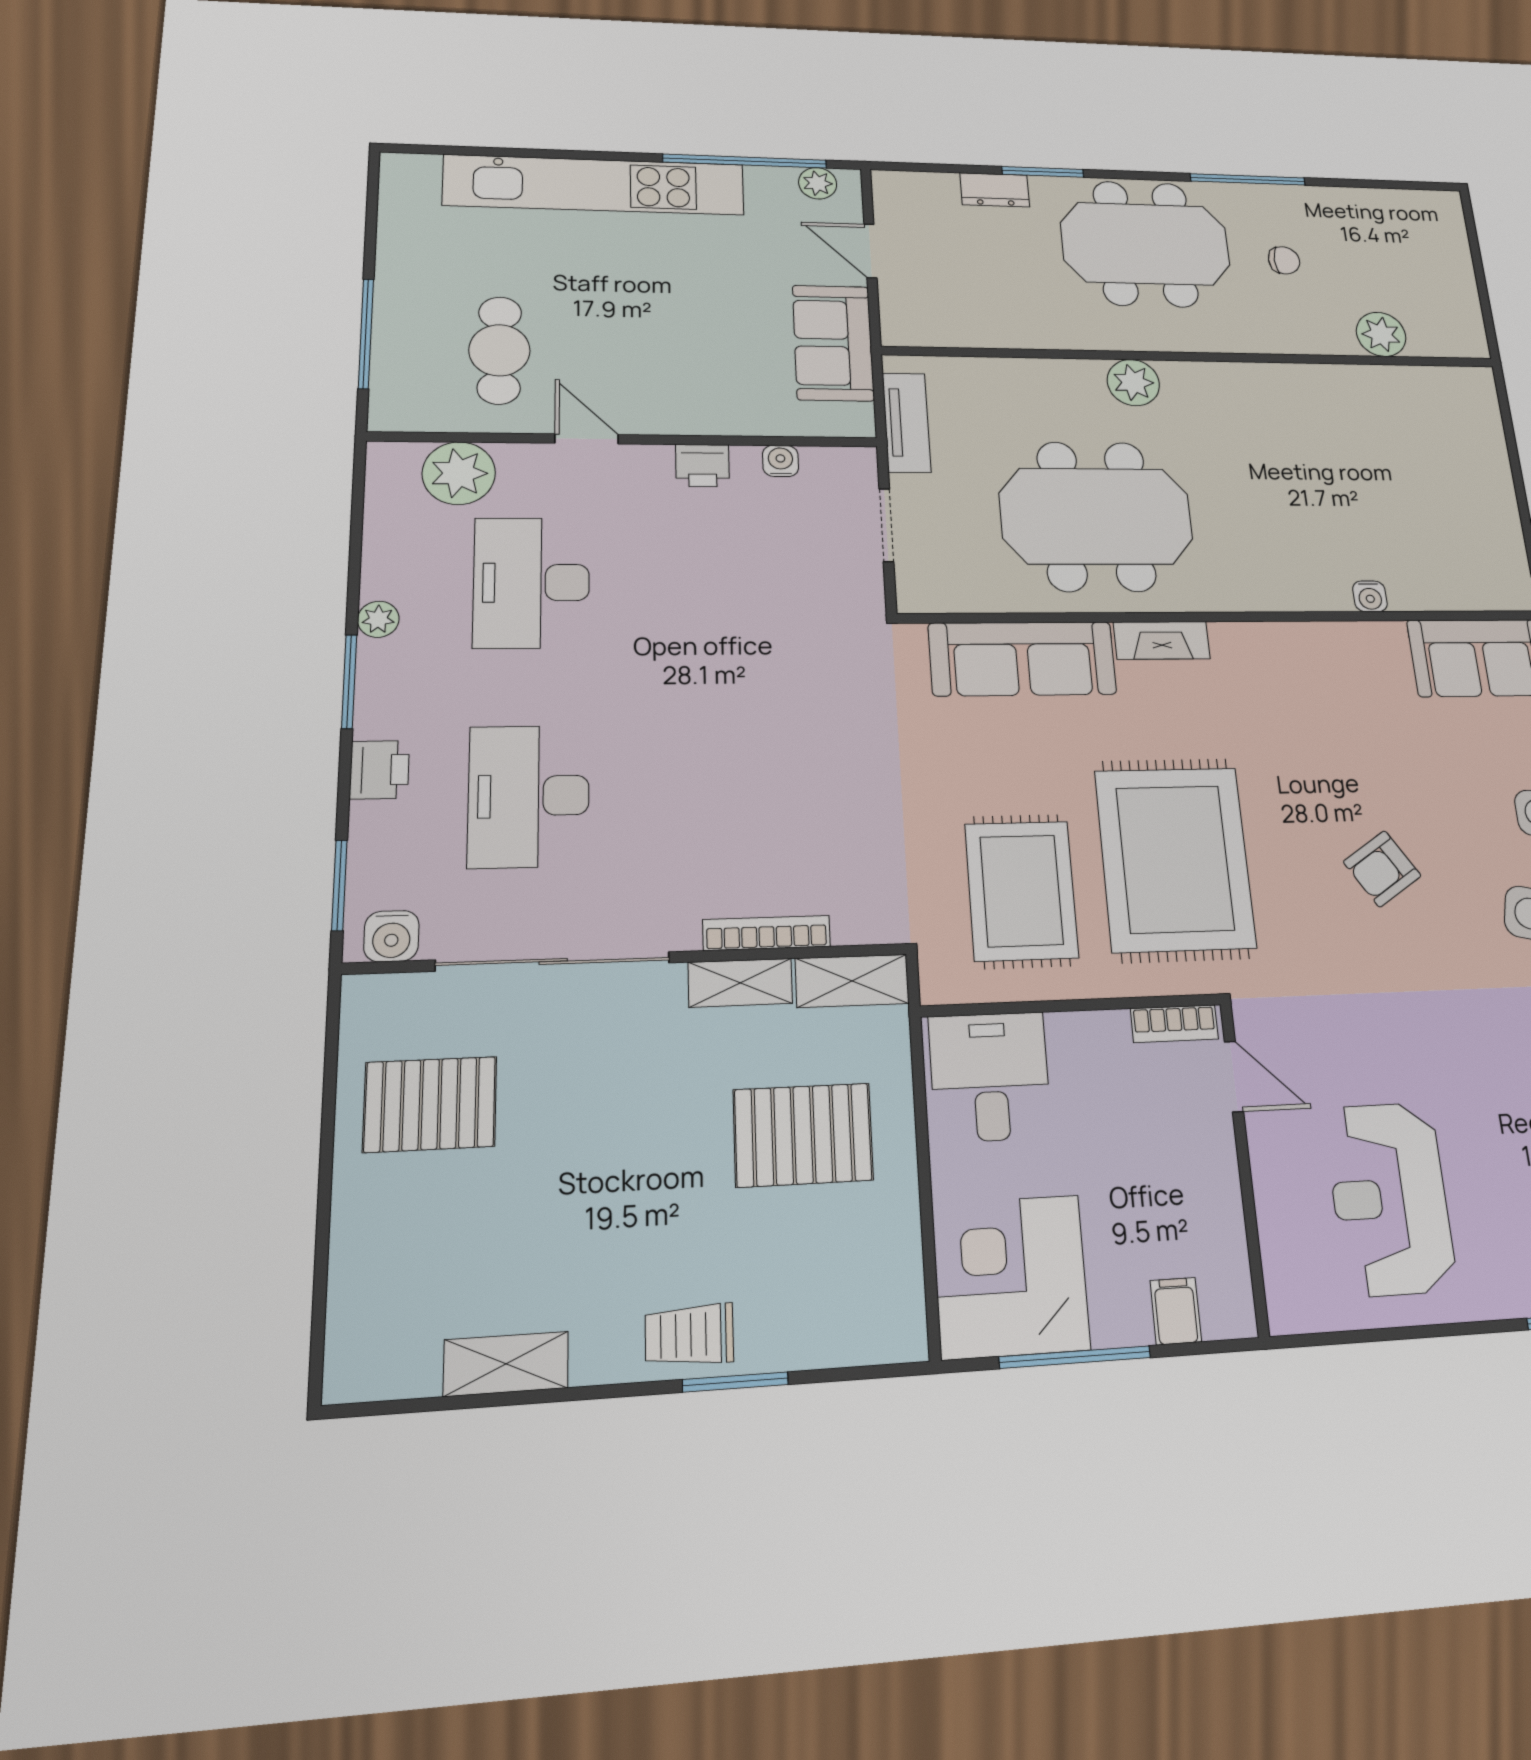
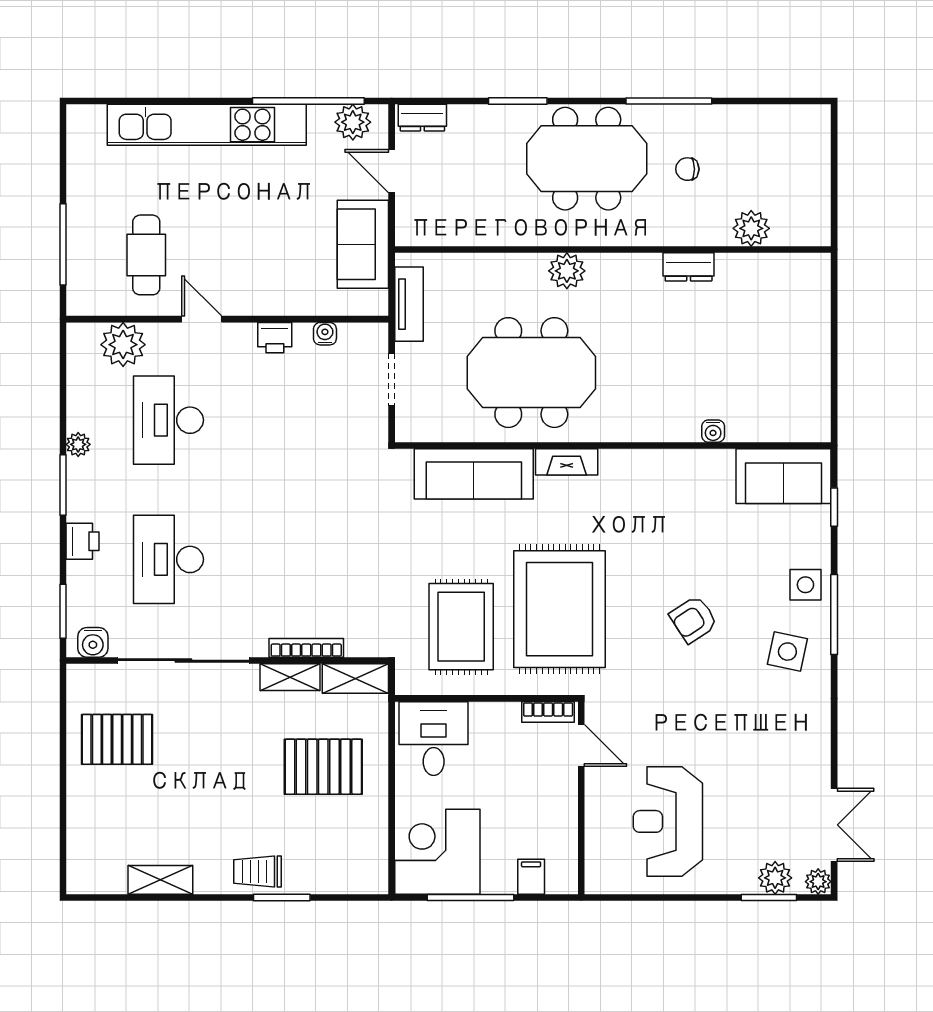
plant: (818, 183) -> (353, 122), width x1.38, depth x1.38
dresser: (995, 190) -> (422, 118), moved
chair: (1284, 260) -> (687, 169), turned 180
dresser: (1303, 381) -> (689, 267), added

